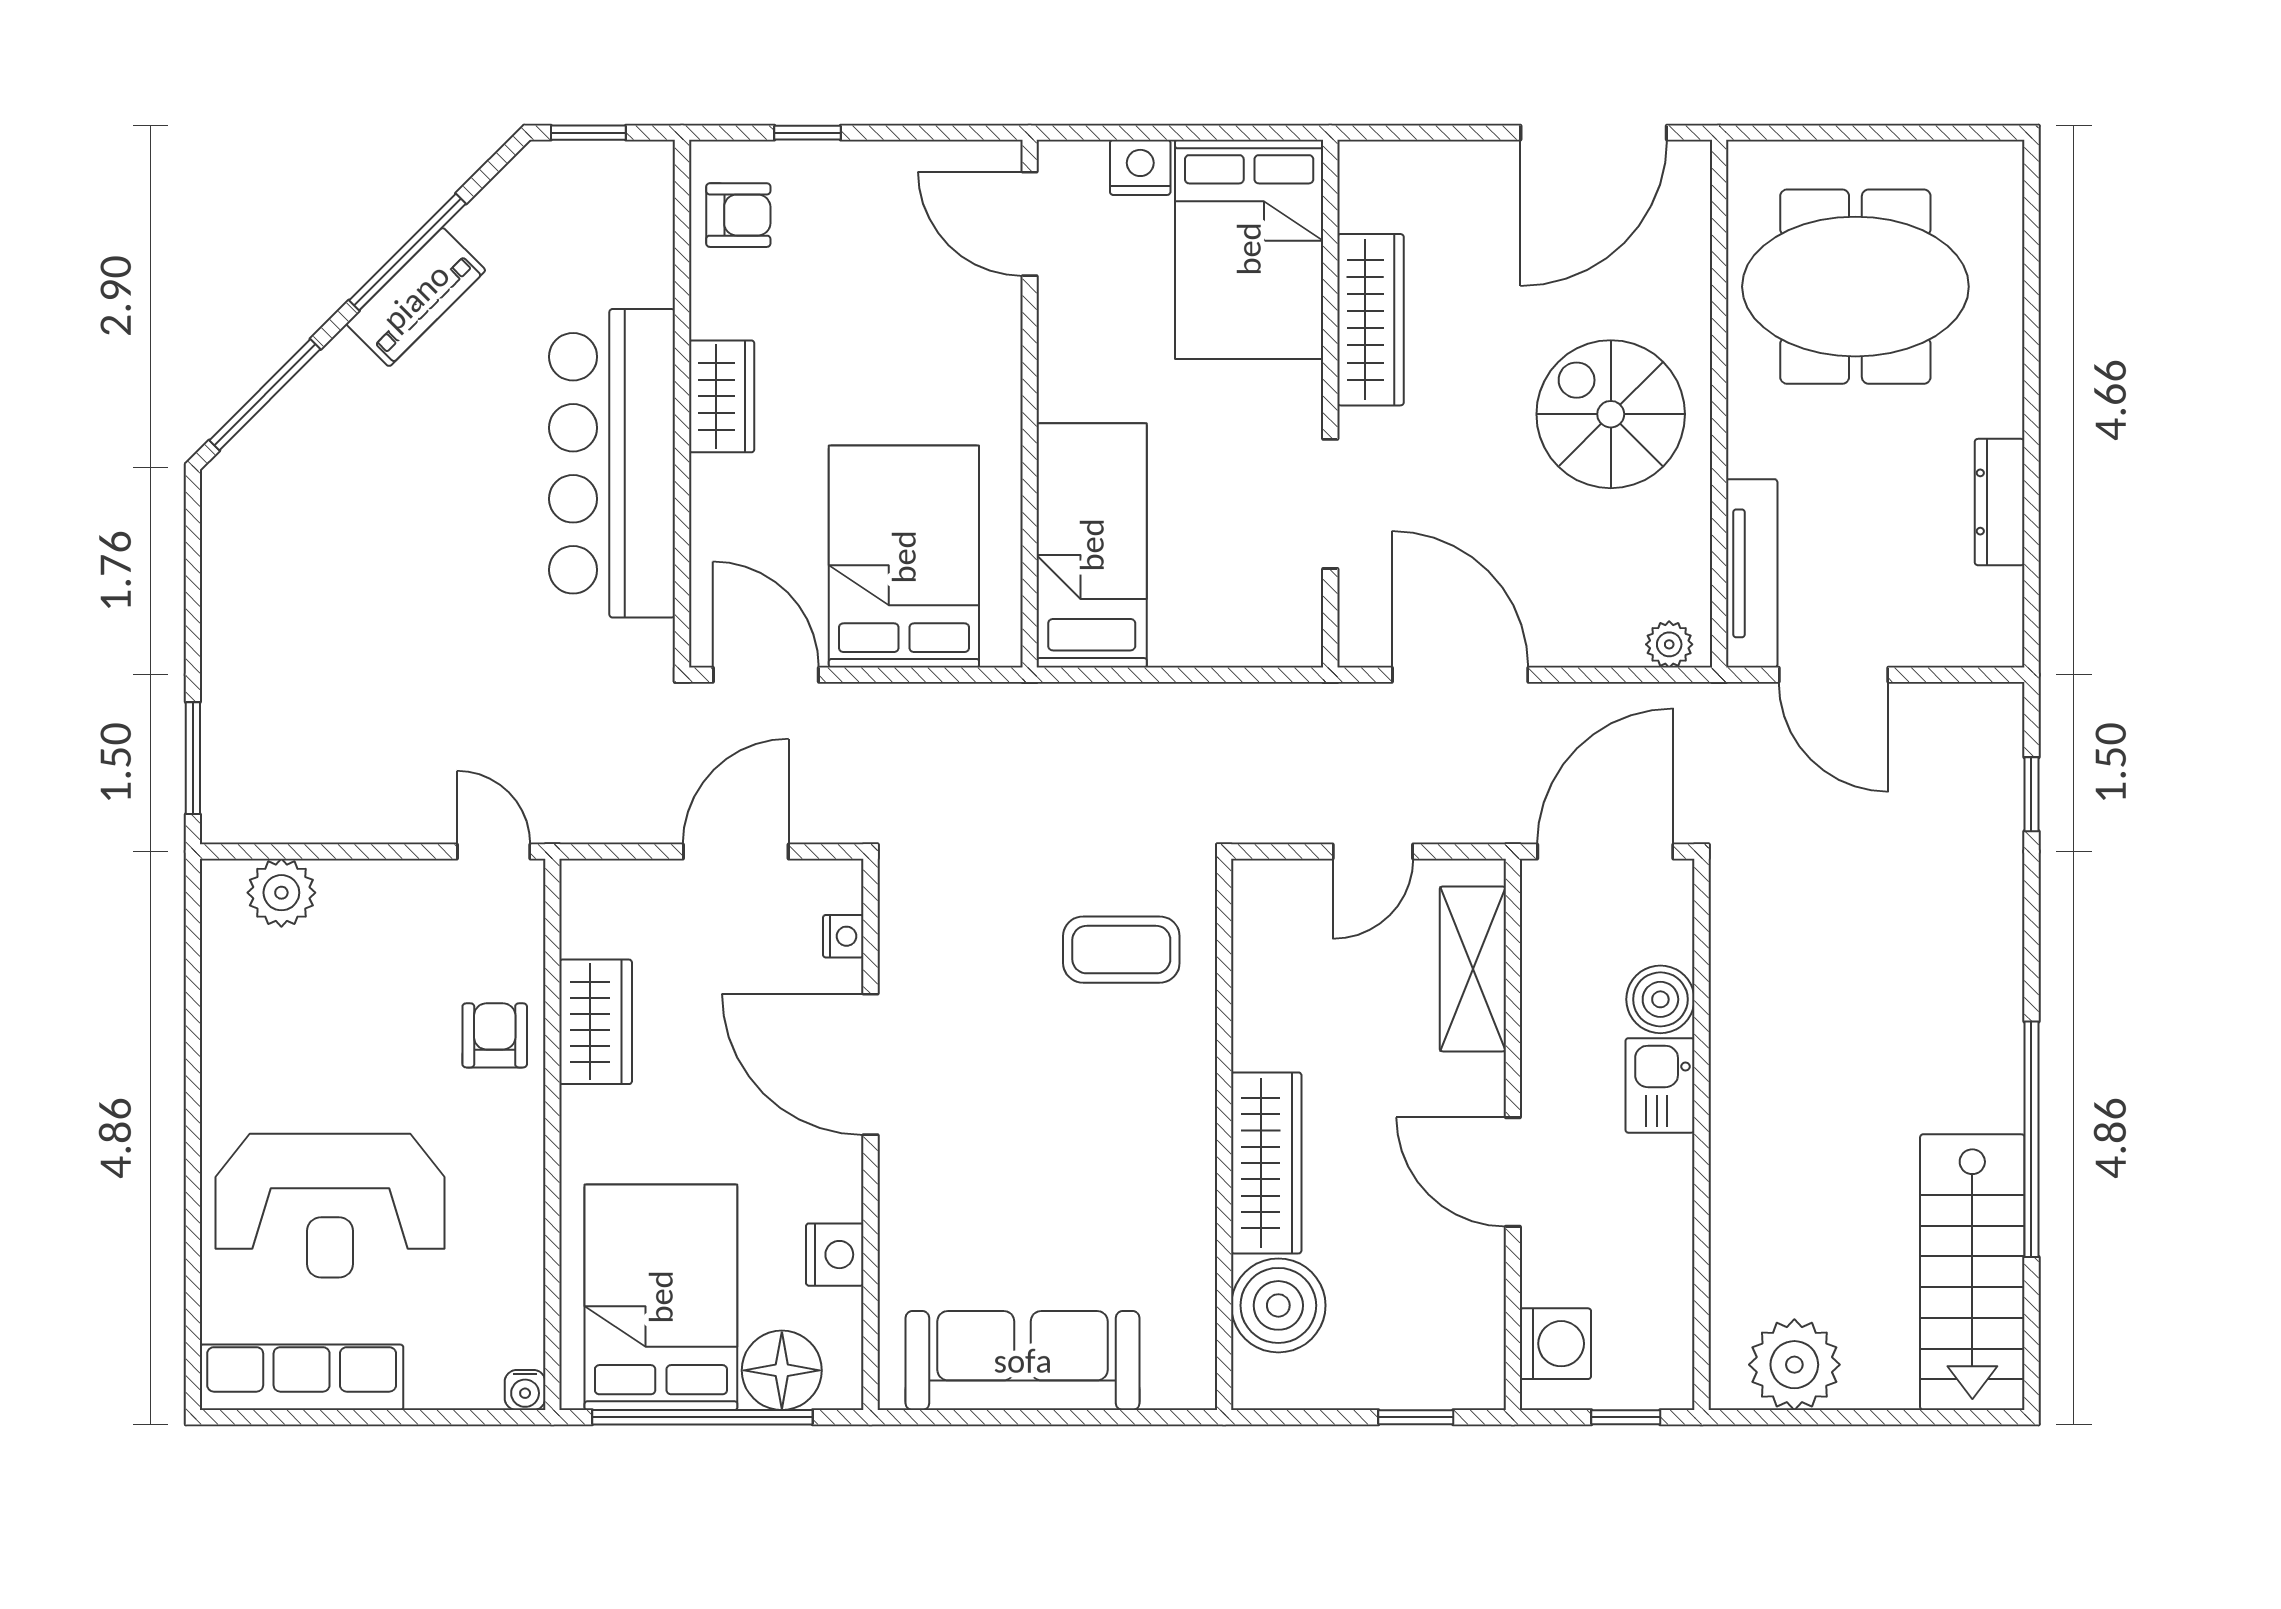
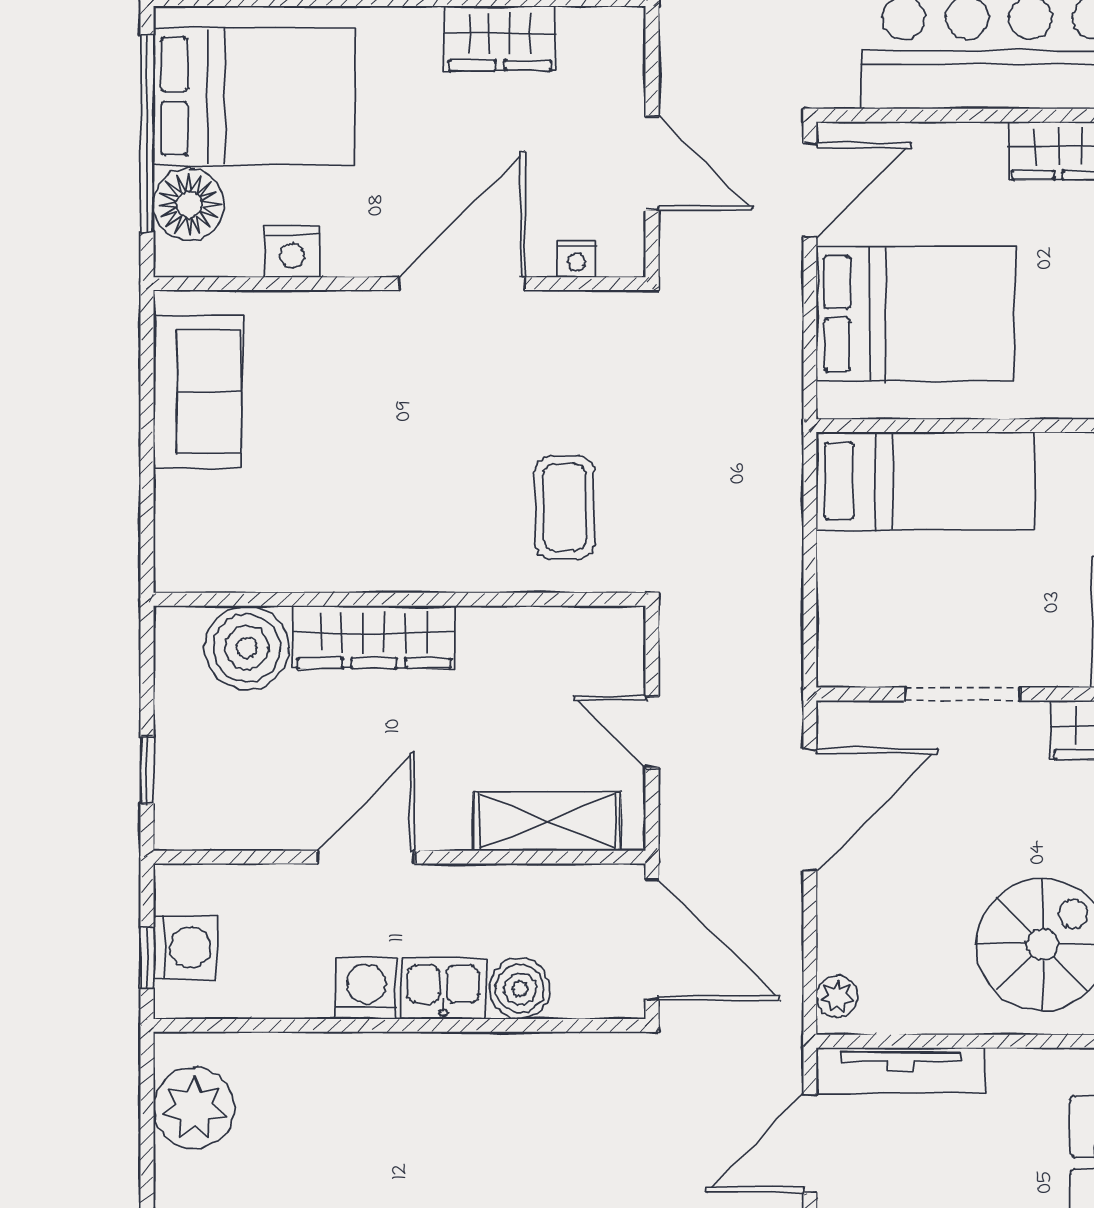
washing machine: (1660, 1172) -> (366, 989), added
washing machine: (1555, 1344) -> (185, 947), moved, turned -90
sofa: (1023, 1361) -> (198, 392), width x0.73

